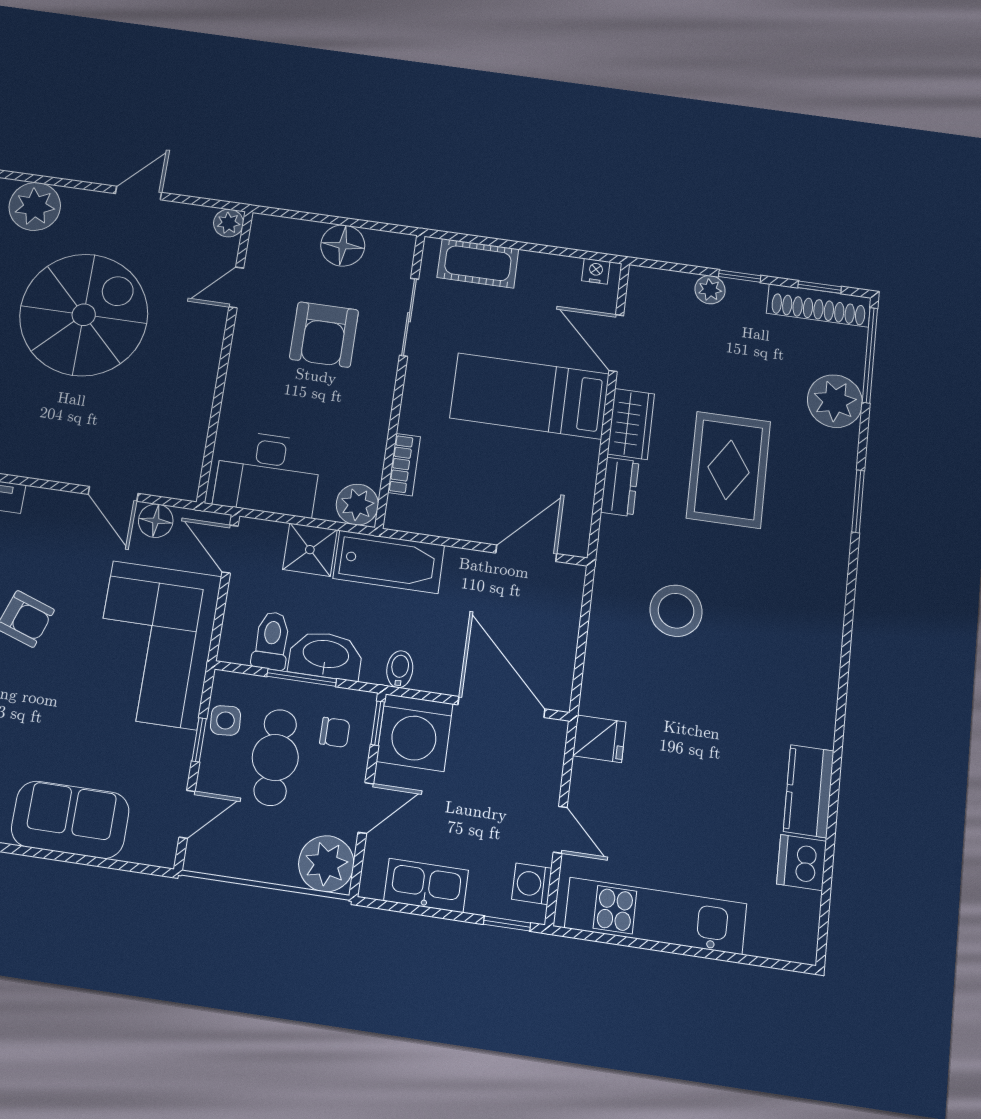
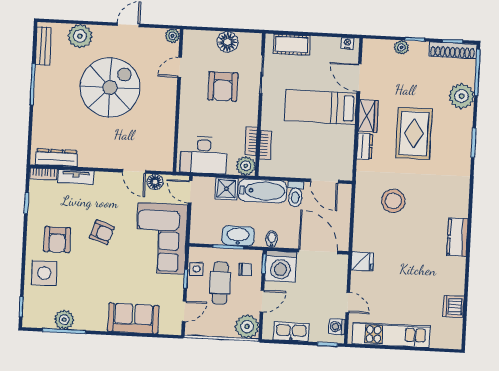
bookcase: (374, 454) -> (251, 141), added
door: (526, 553) -> (324, 181), swing flipped
toilet: (271, 641) -> (295, 194), moved, turned 180
kitchen counter: (809, 791) -> (458, 237), moved

